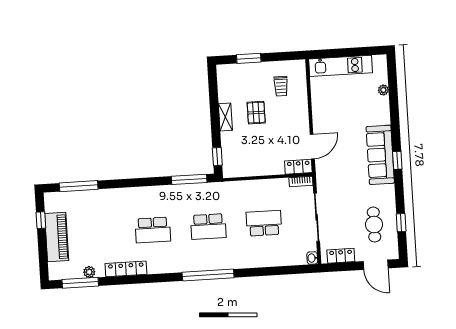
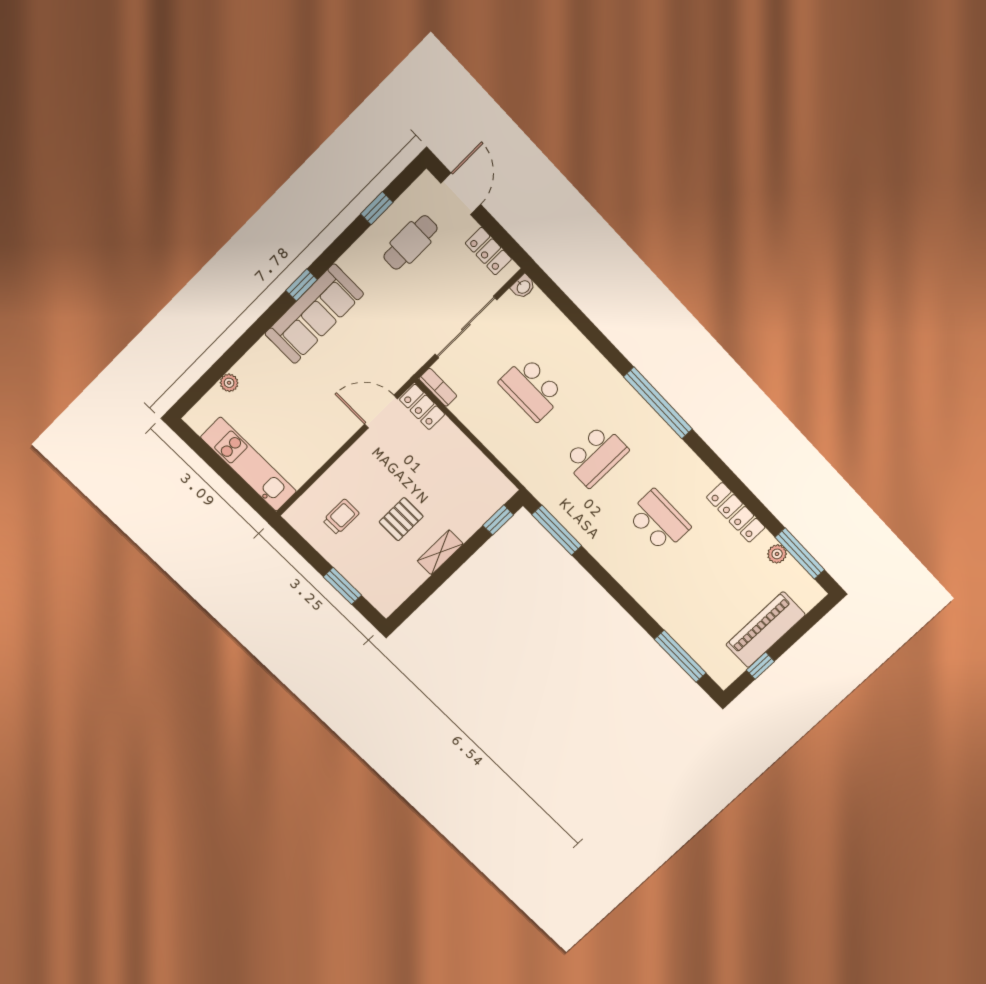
school desk: (208, 227) -> (596, 456), turned 90

